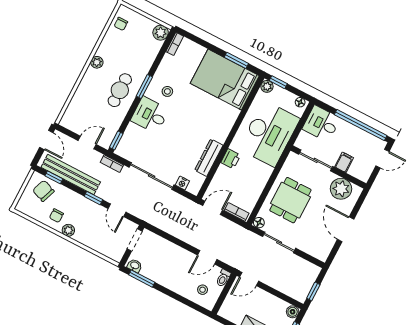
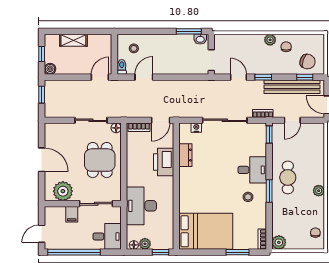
window: (236, 60) -> (238, 252), moved
plant: (267, 86) -> (145, 244), moved
desk: (269, 134) -> (141, 206), width x0.73, depth x0.77
dresser: (209, 158) -> (185, 155), width x0.70
printer: (231, 159) -> (164, 162), width x1.87, depth x1.48

